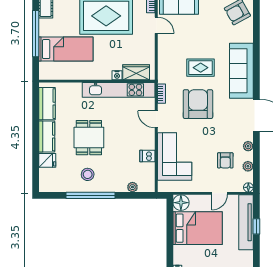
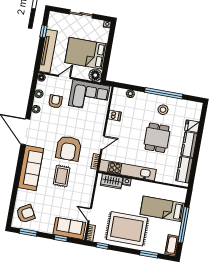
rug: (201, 68) -> (62, 176), turned 90
door: (156, 119) -> (103, 142), hinge flipped
corner sofa: (175, 156) -> (89, 96), moved, turned -90
window: (256, 226) -> (43, 31), moved

